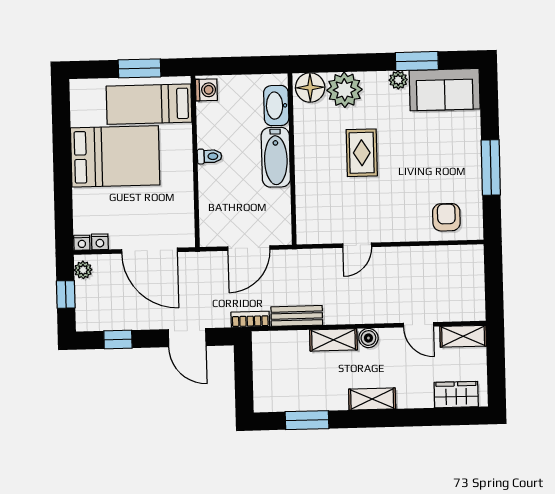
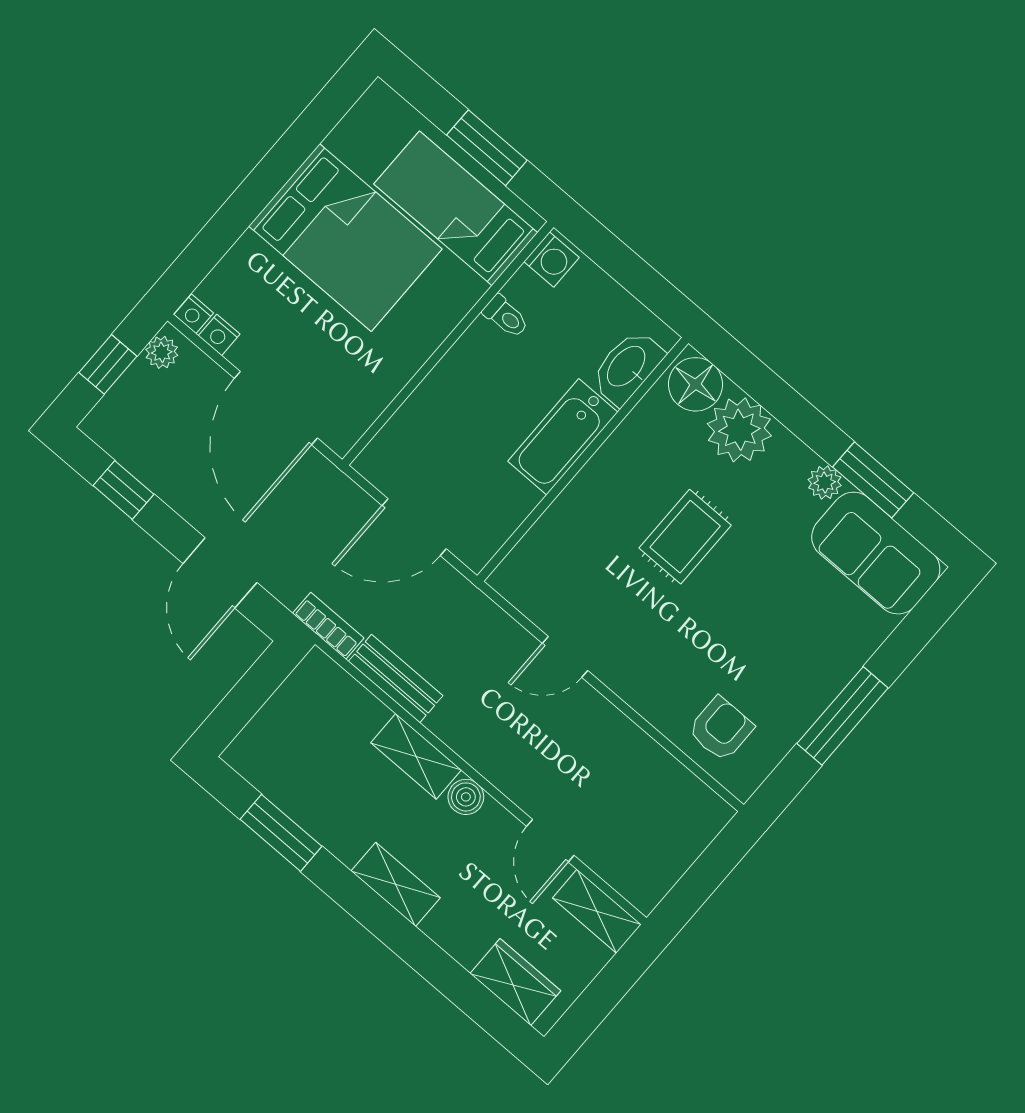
toilet: (209, 156) -> (506, 316), moved

